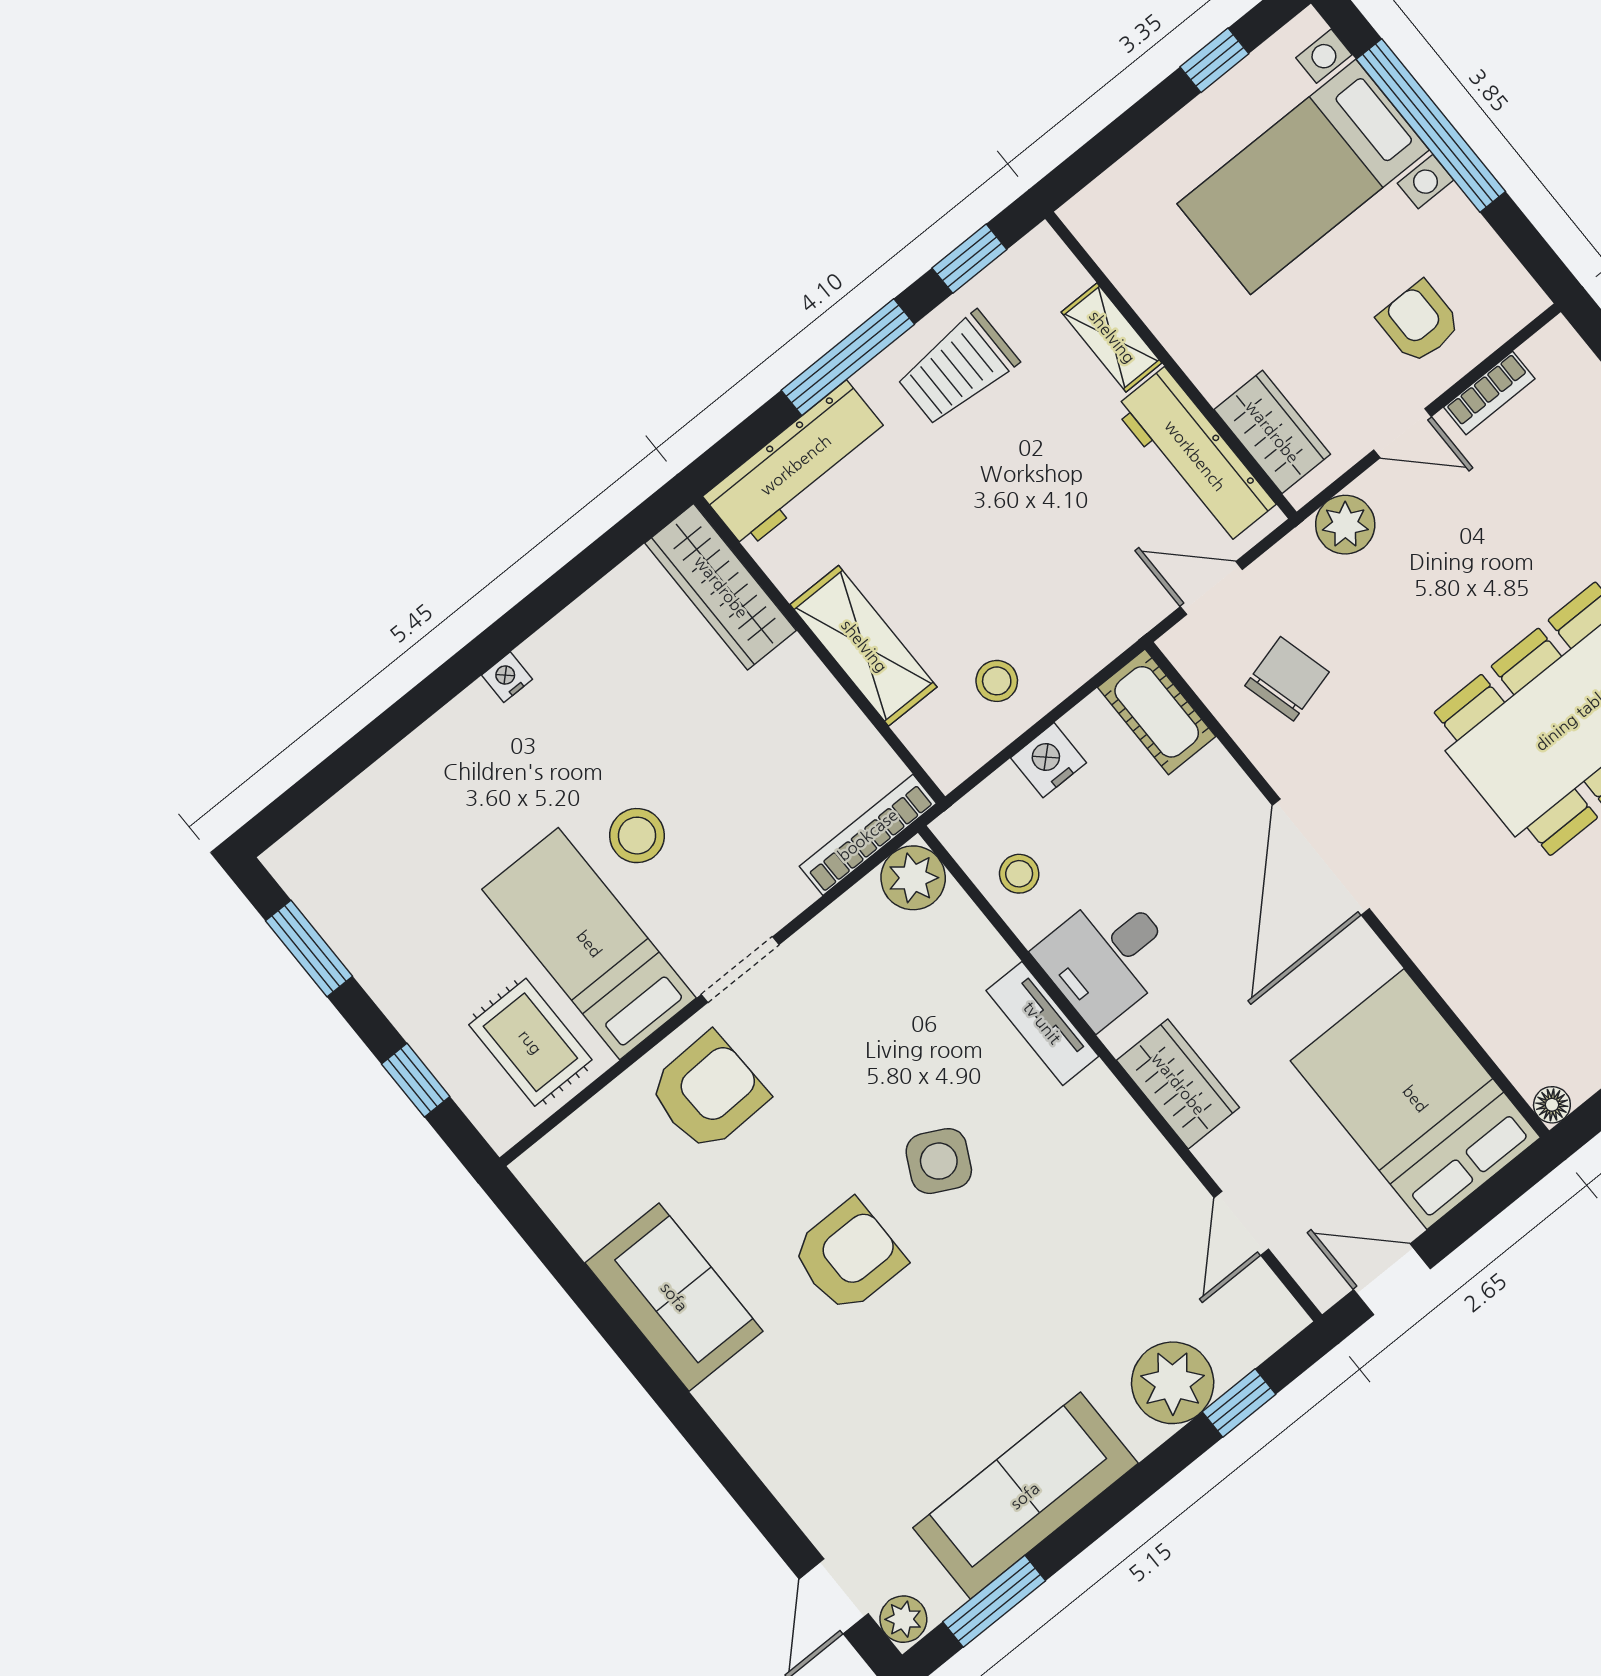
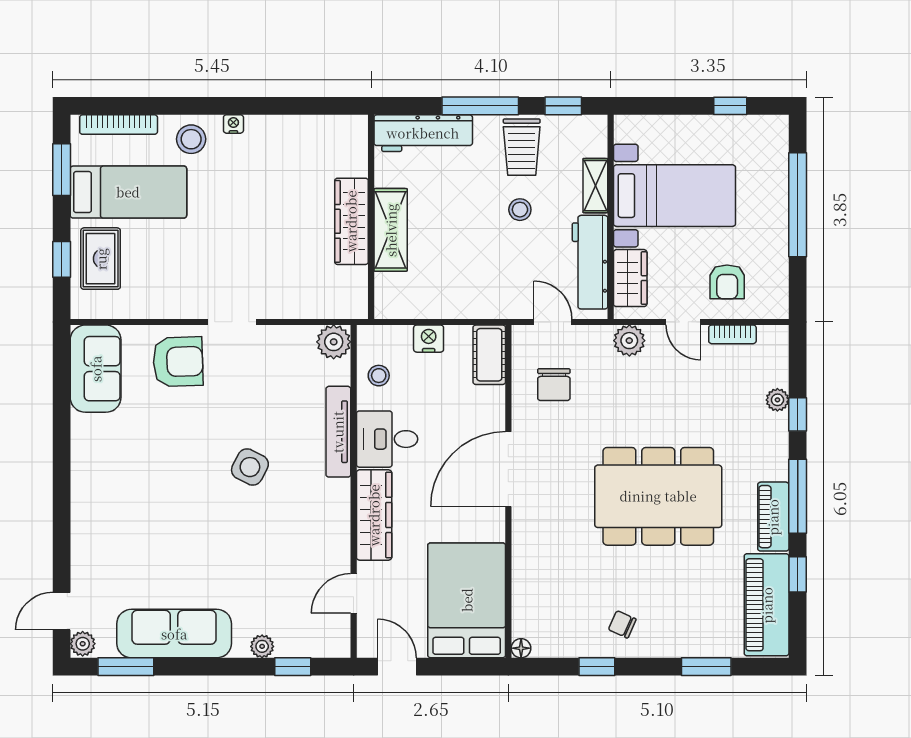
bed with nightstands: (1303, 177) -> (675, 196), moved, turned 180
armchair: (1419, 322) -> (727, 282), turned 180
trolley: (957, 369) -> (522, 147), turned -90
wardrobe: (721, 587) -> (351, 221), moved
chair: (1287, 679) -> (554, 385), turned 105
stool: (997, 681) -> (520, 210), moved
bookcase: (868, 835) -> (119, 125), moved, turned 180
stool: (637, 836) -> (191, 139), moved
bed: (589, 944) -> (128, 192), moved, turned 90
tv unit: (1042, 1023) -> (338, 432), width x1.41
rug: (530, 1042) -> (101, 259), moved
wardrobe: (1178, 1084) -> (374, 515), width x1.50
armchair: (848, 1256) -> (181, 476), removed
sofa: (674, 1297) -> (96, 369), moved
plant: (1173, 1383) -> (262, 646), width x0.53, depth x0.53

